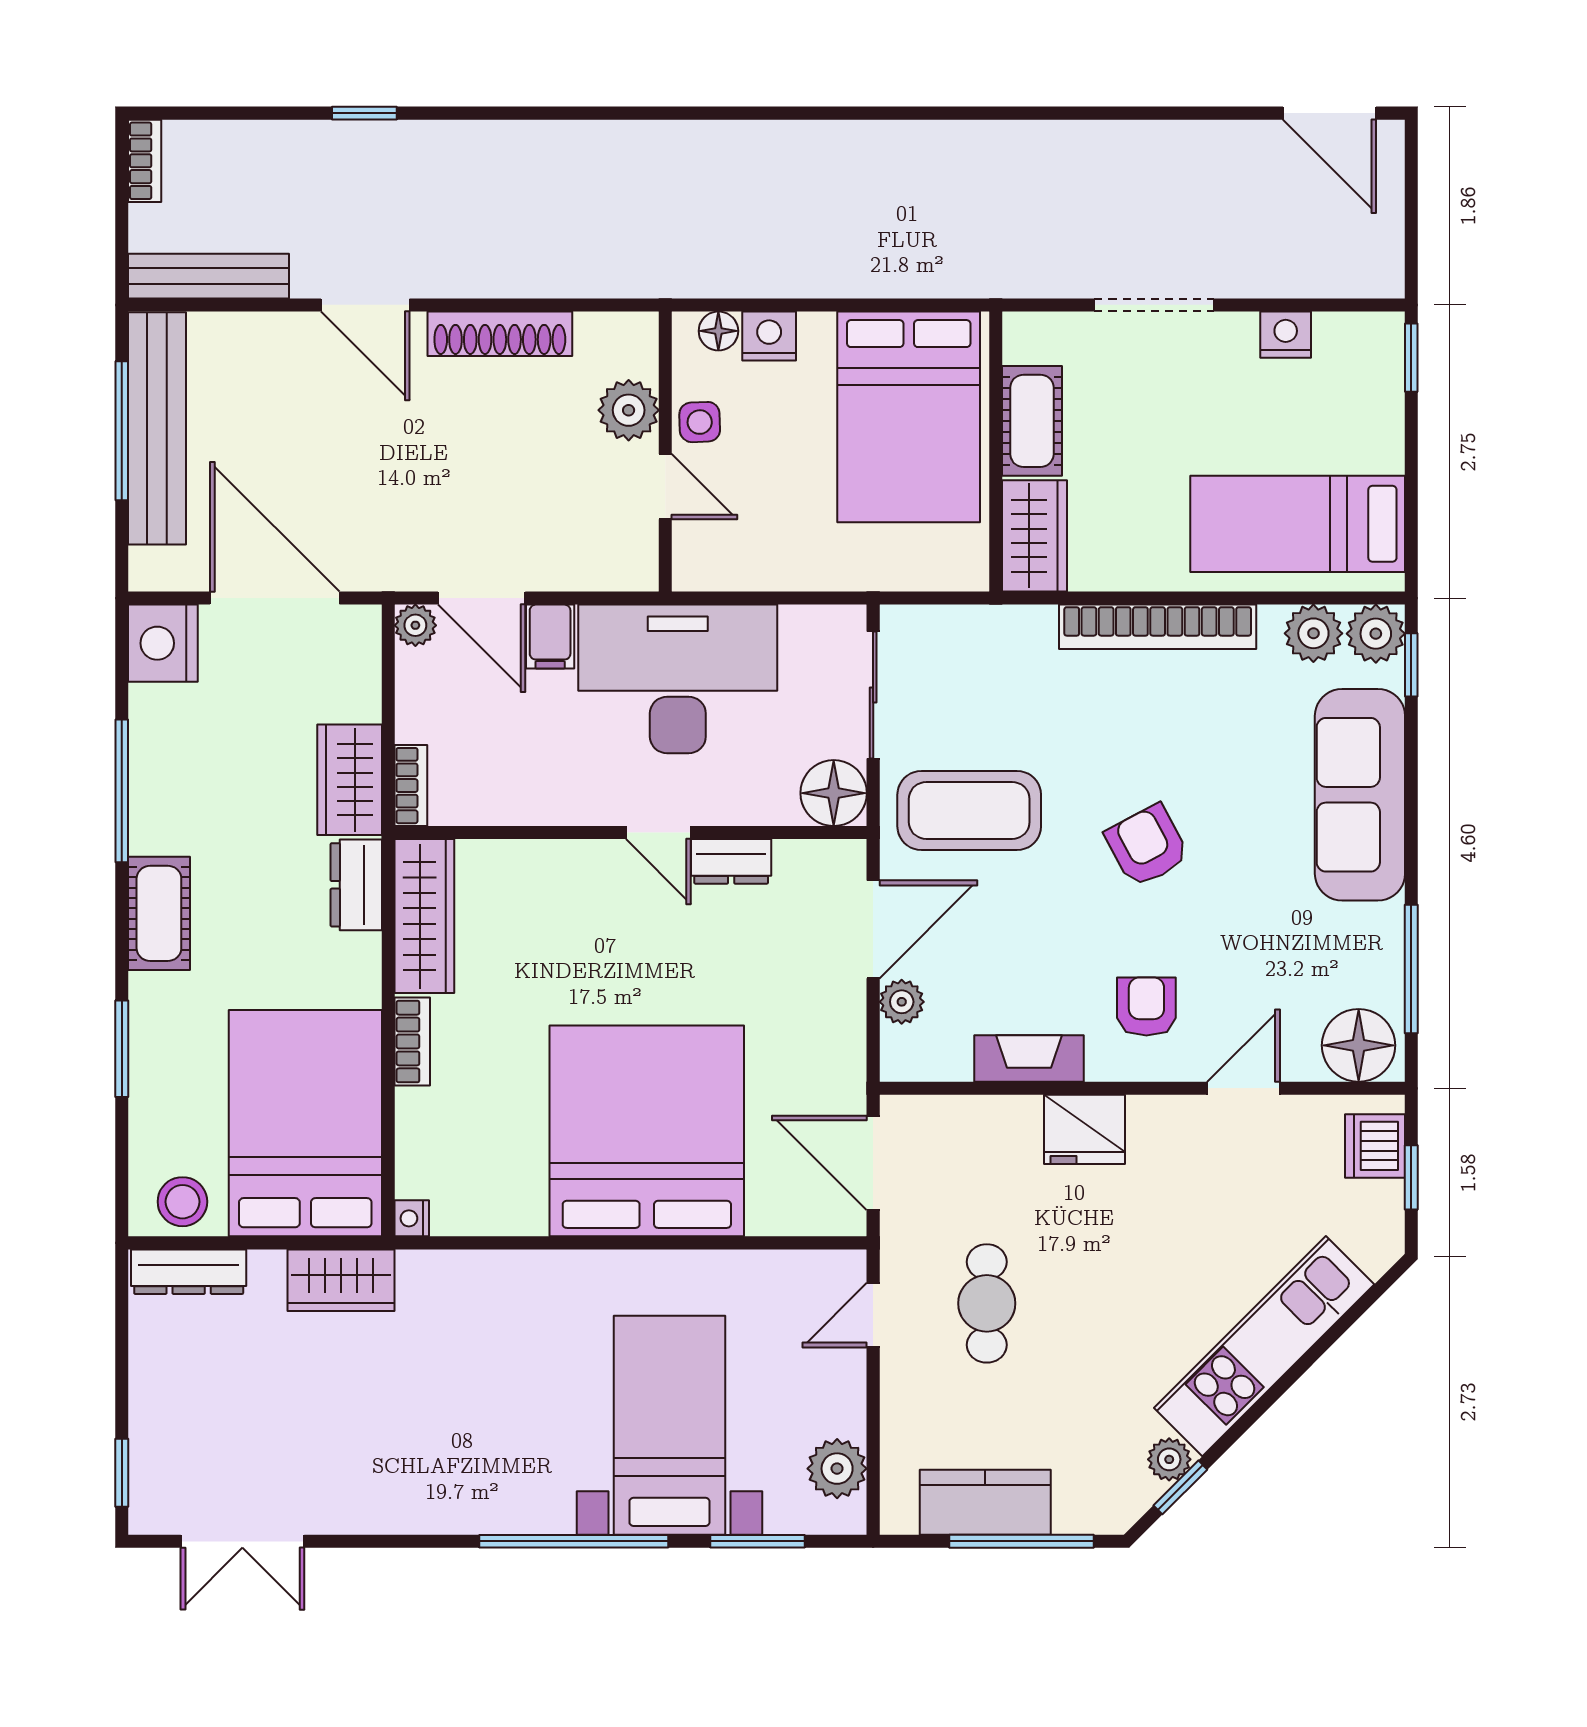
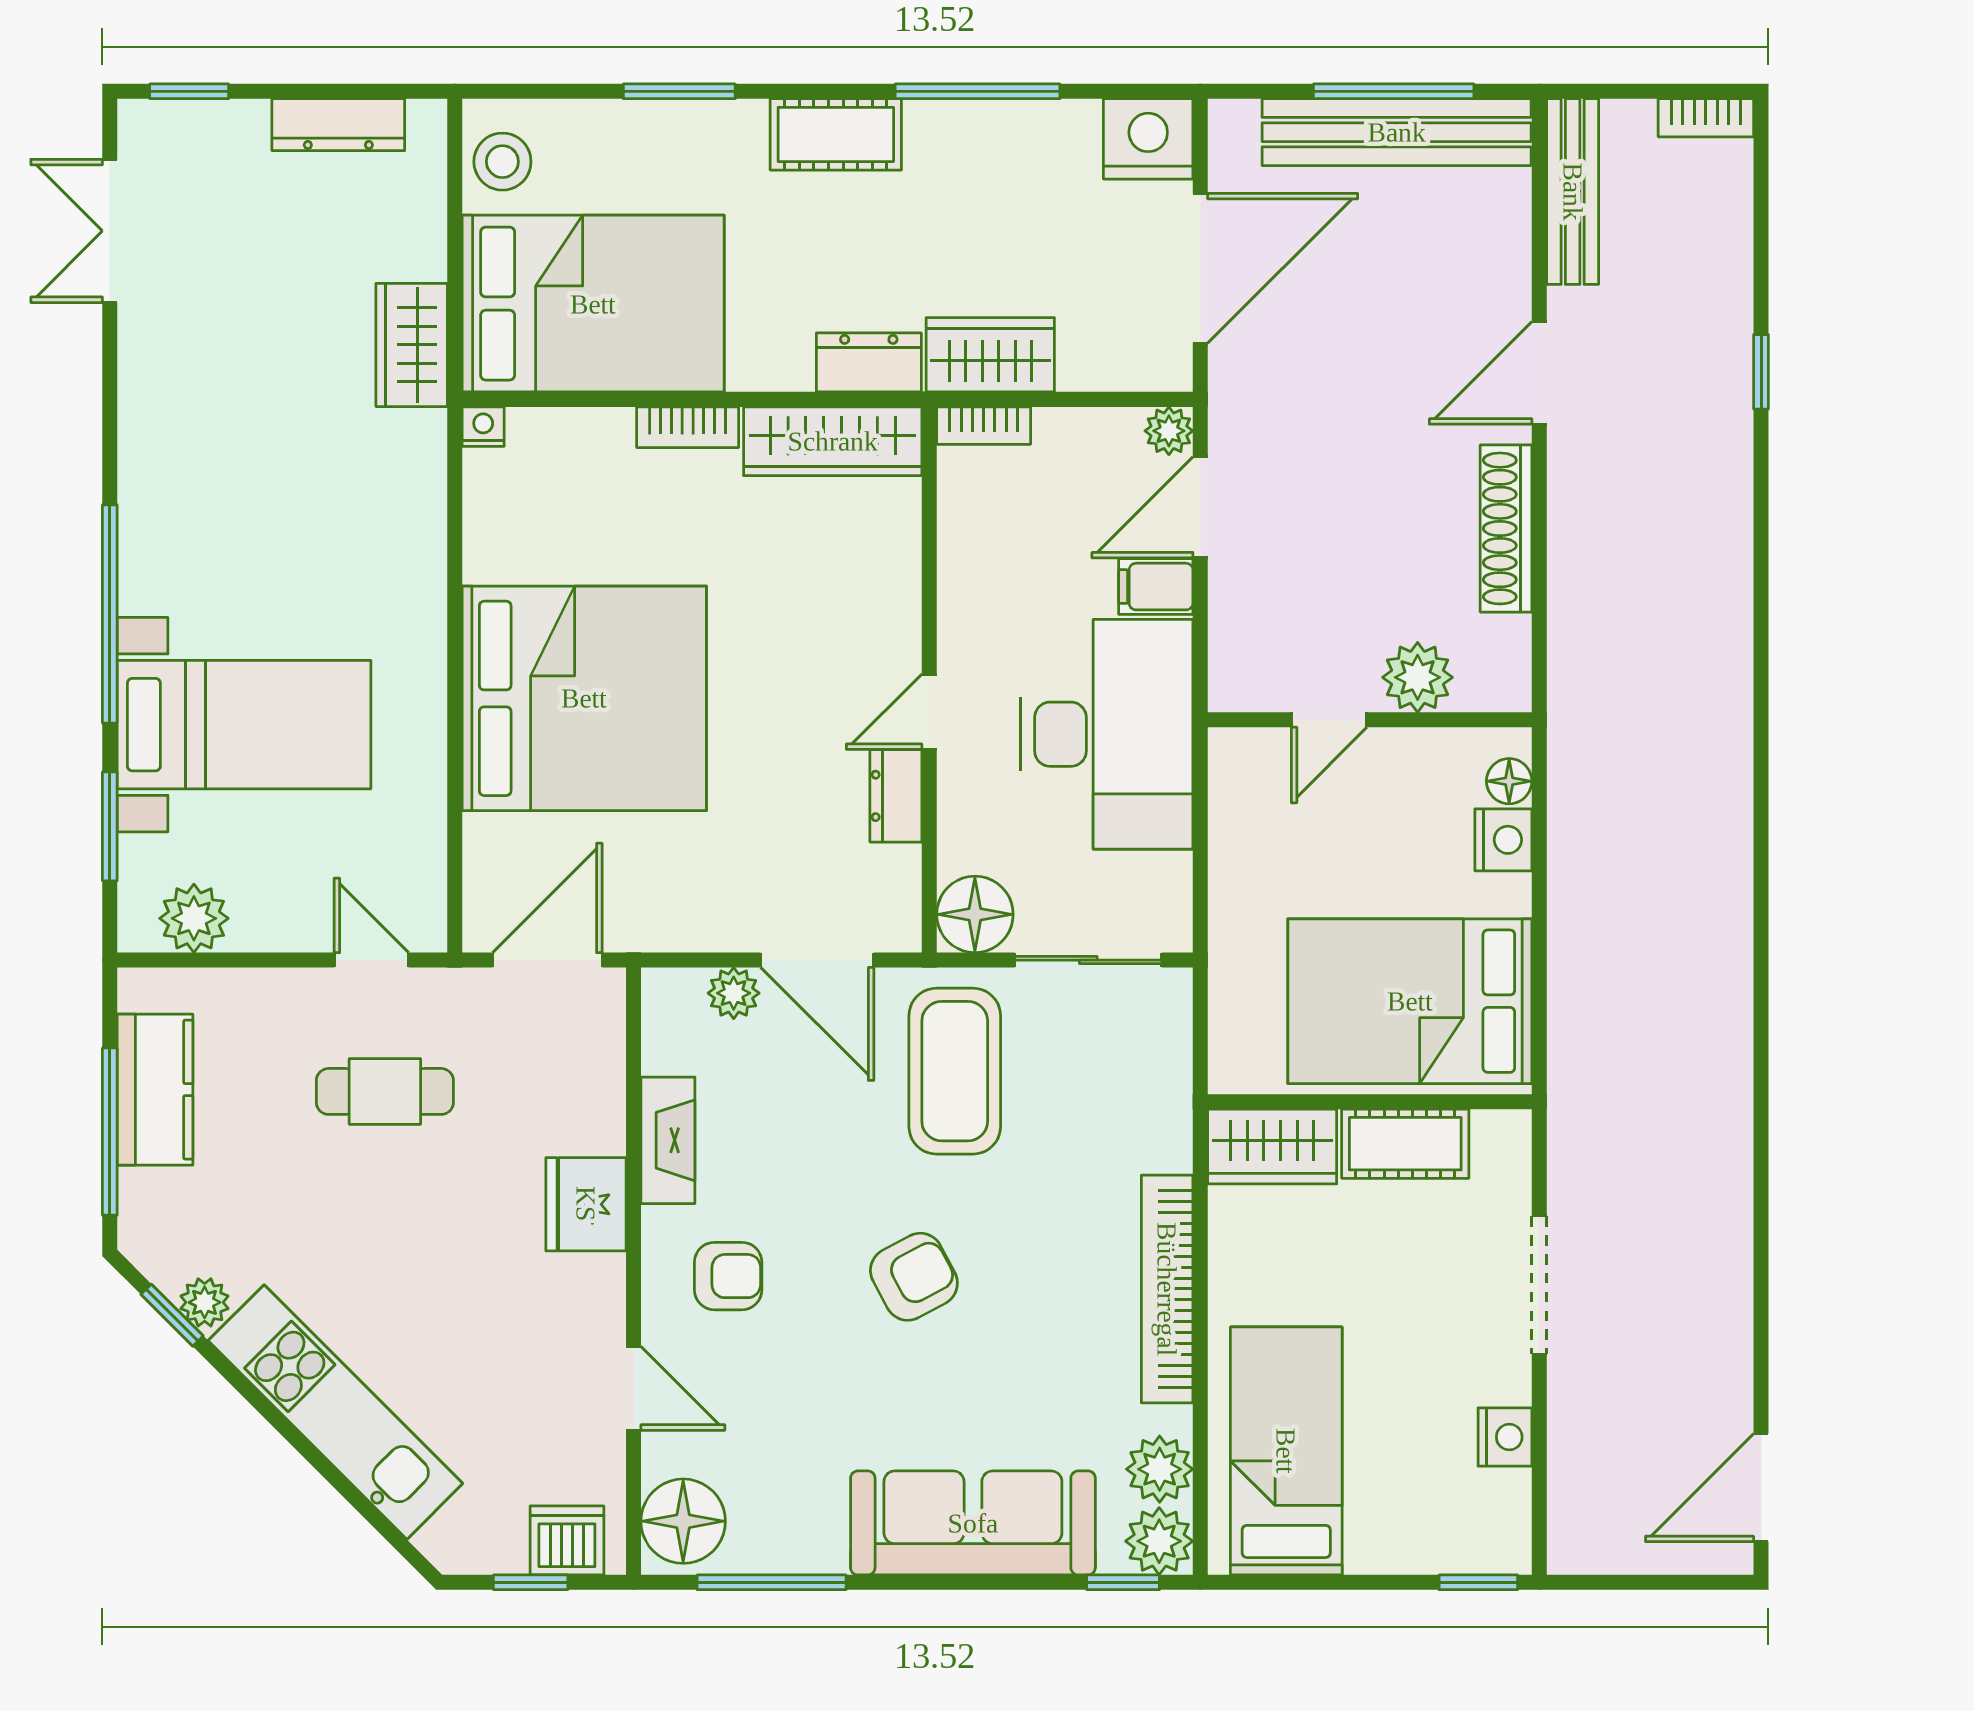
side table: (700, 422) -> (1404, 759), removed
dresser: (189, 1272) -> (338, 125), moved, turned -90

